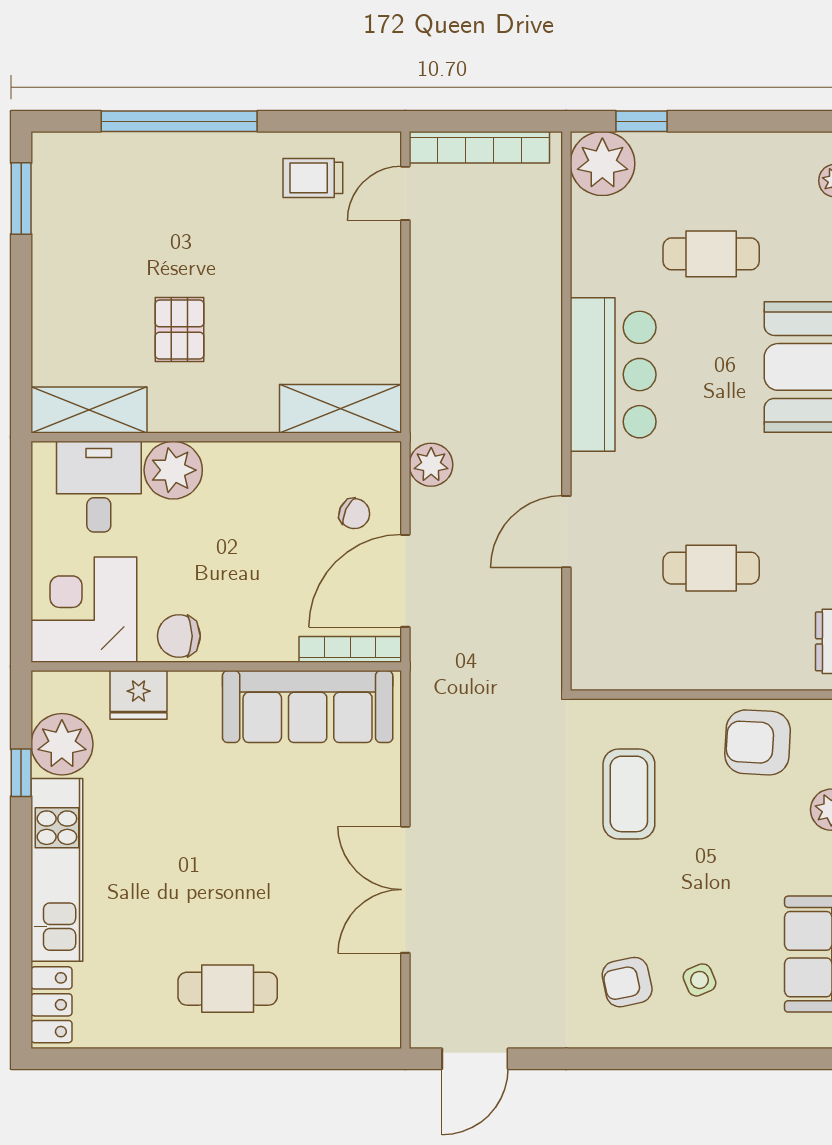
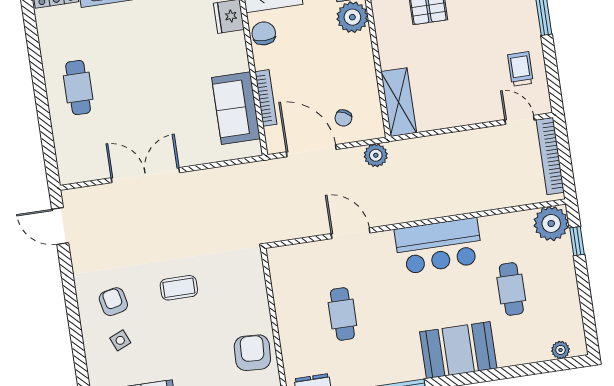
bookcase: (350, 649) -> (266, 98), moved
sofa: (308, 707) -> (236, 108), width x0.73
coffee table: (629, 794) -> (179, 288), moved, width x0.73, depth x0.77

